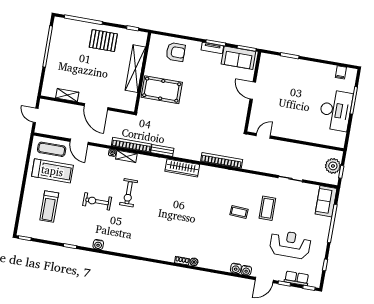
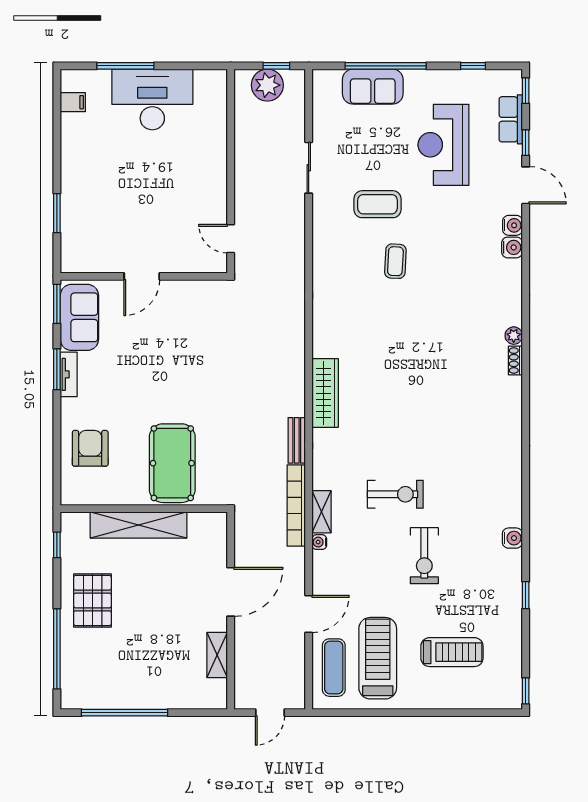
bookcase: (222, 160) -> (296, 315), removed
sofa: (326, 201) -> (373, 87), moved

